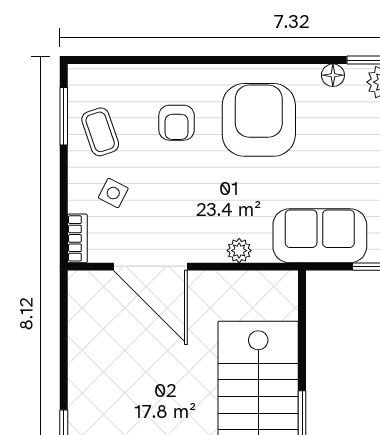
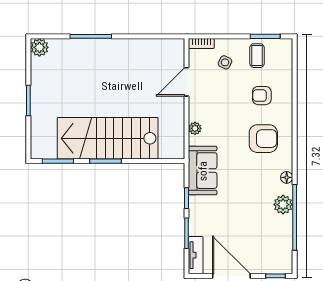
armchair: (259, 120) -> (263, 139), width x0.73, depth x0.73
coffee table: (100, 132) -> (257, 56), turned -71
door: (150, 267) -> (186, 82), width x0.73

